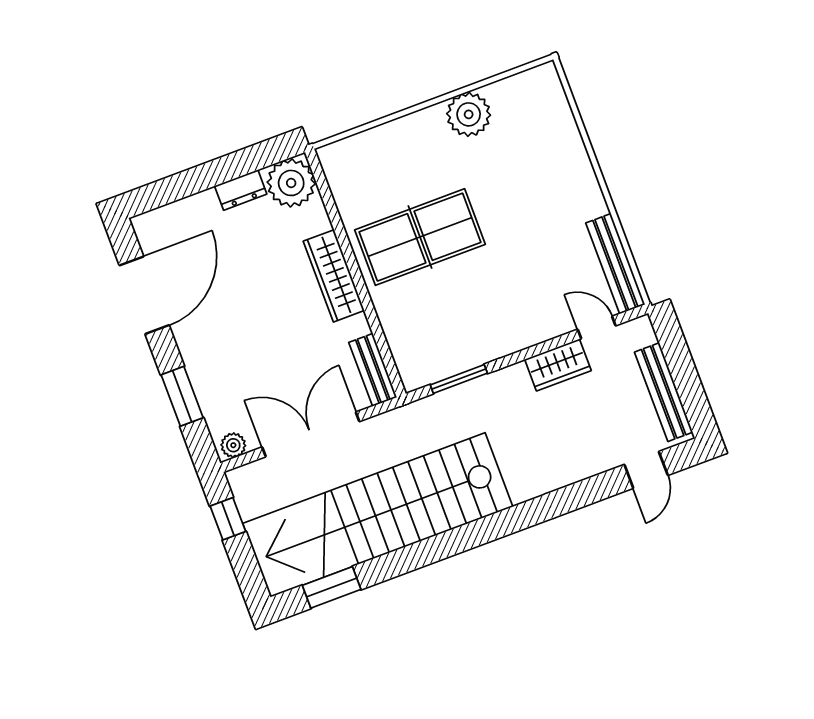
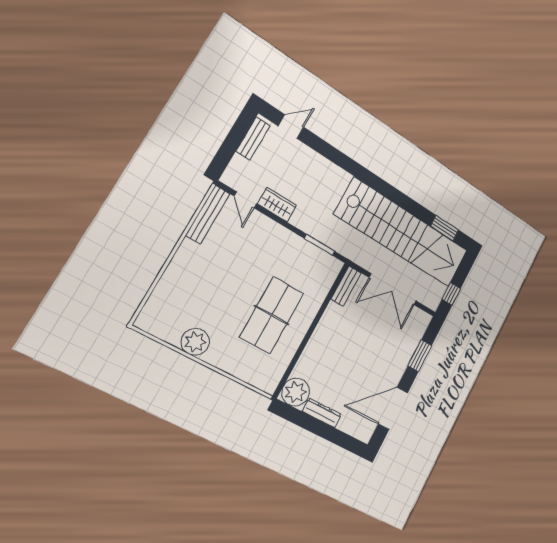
dresser: (241, 190) -> (322, 413), width x1.44
table tennis table: (420, 237) -> (272, 315), turned 90
wardrobe: (334, 276) -> (320, 338), removed
bench: (664, 392) -> (253, 138), width x0.73
plant: (233, 445) -> (422, 317), removed

